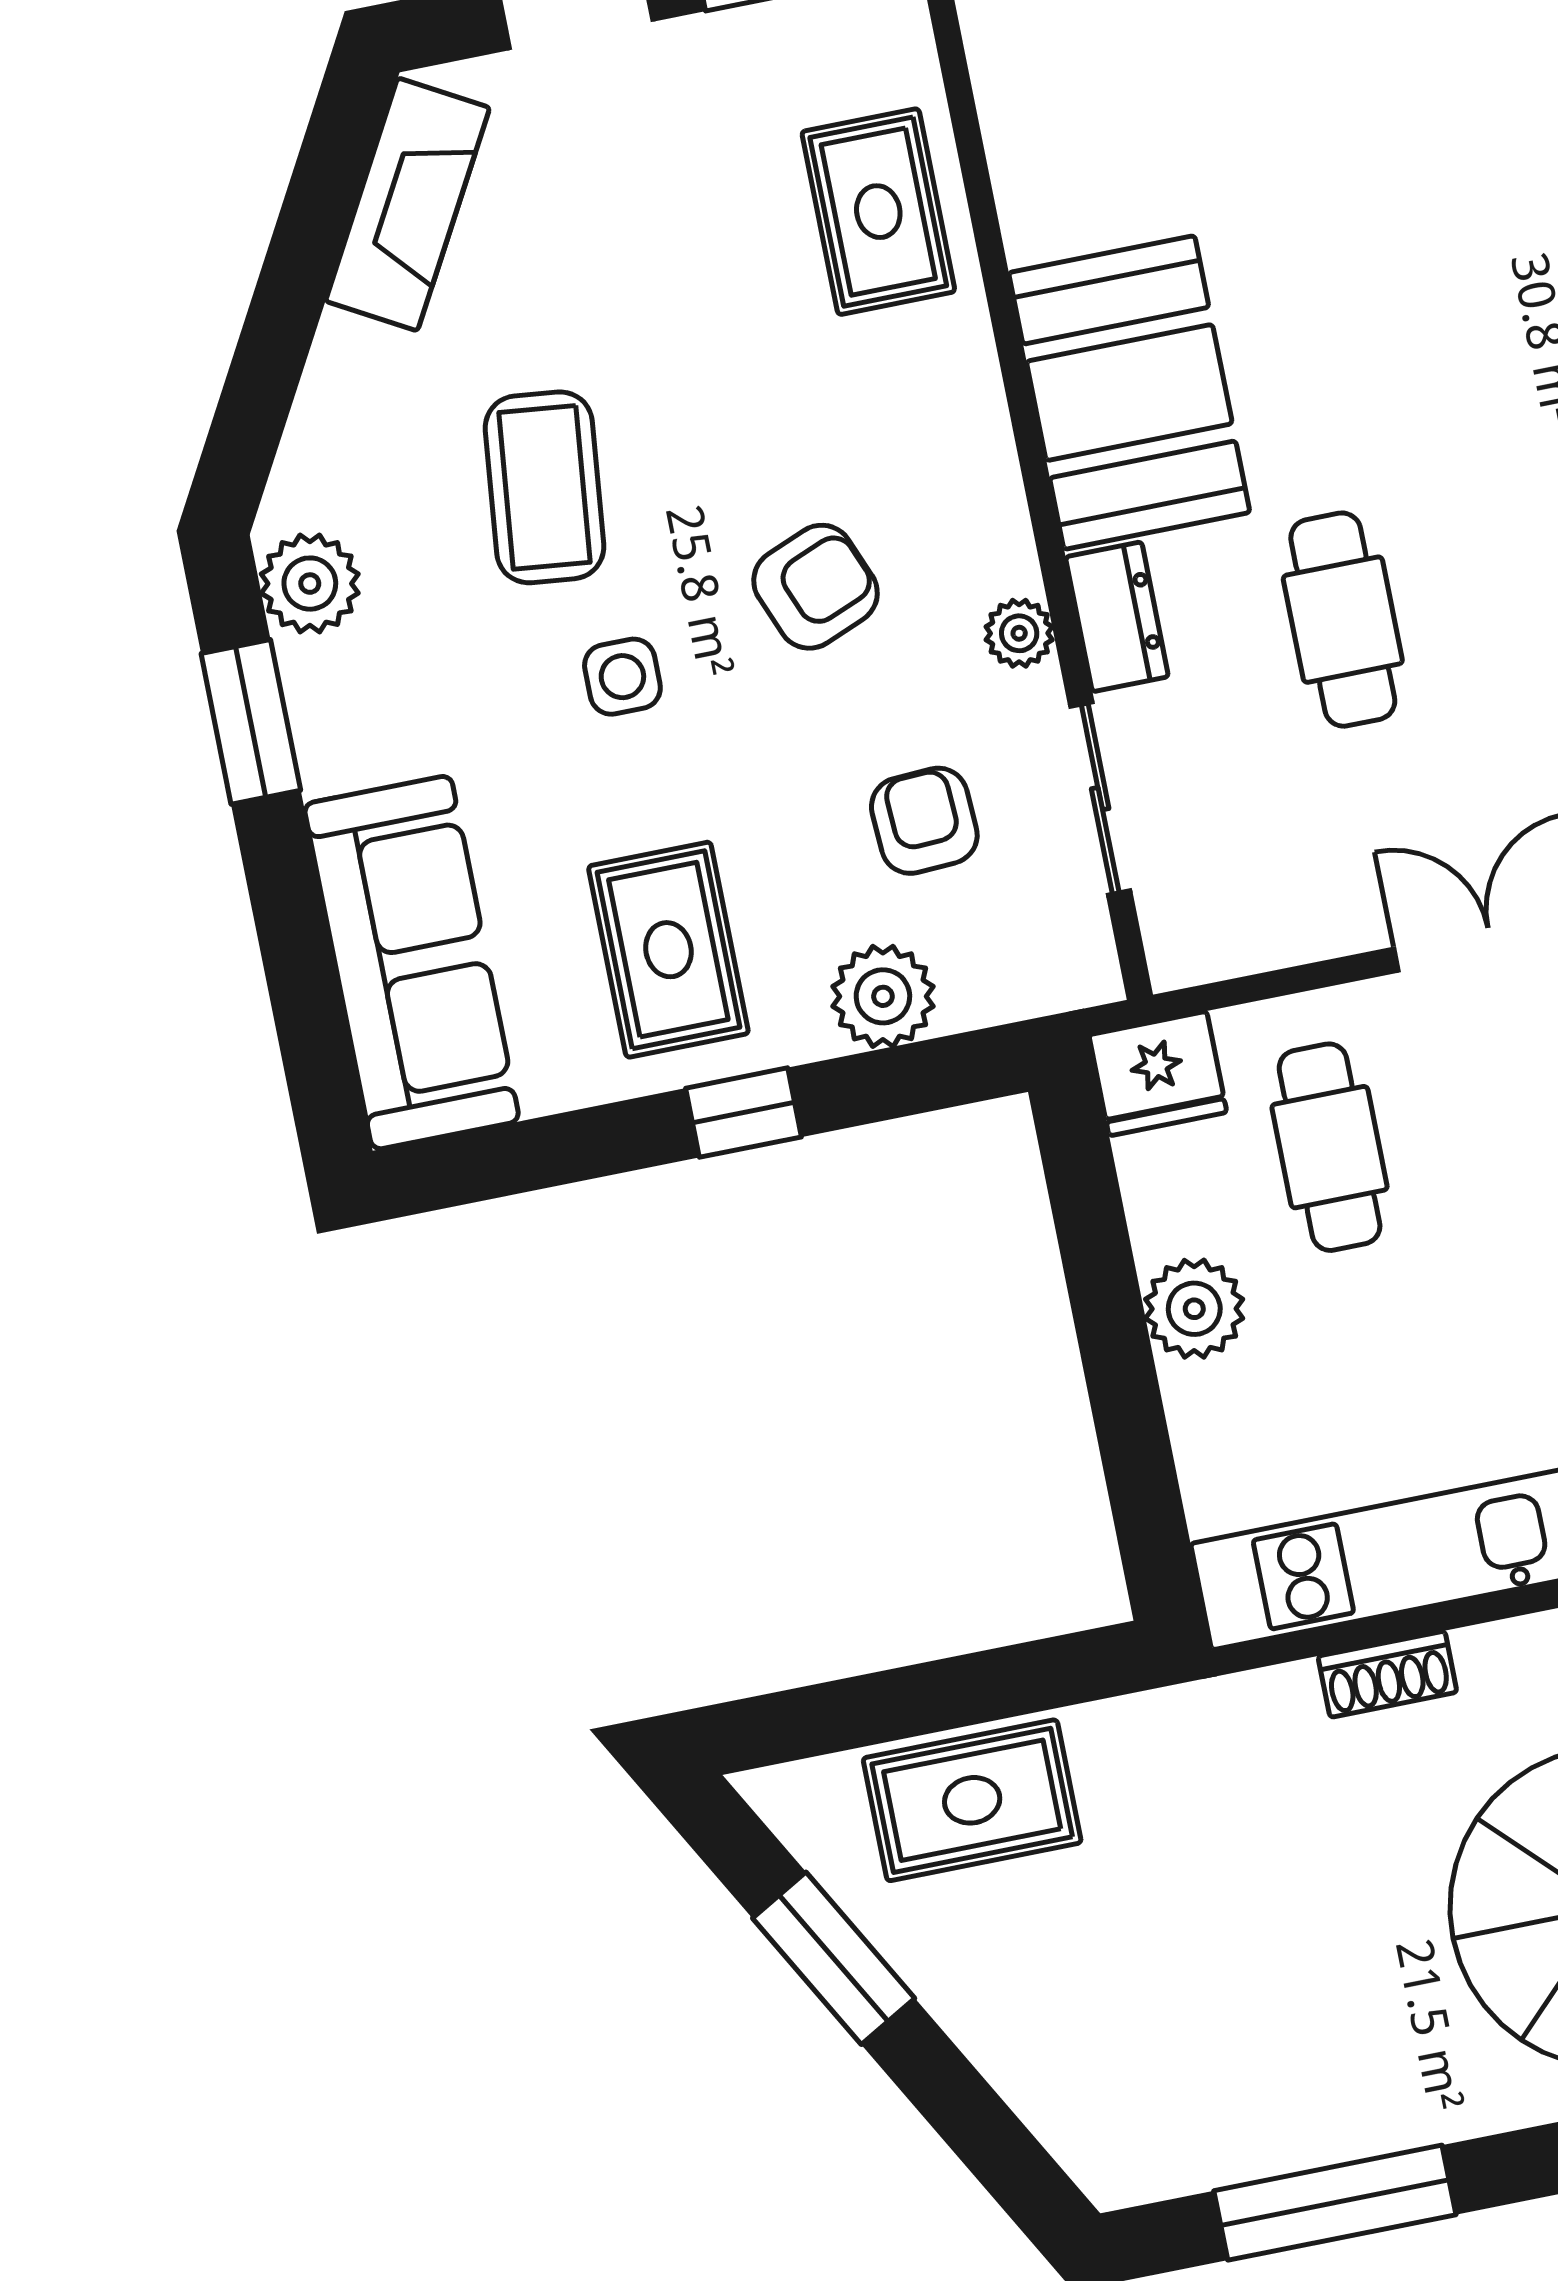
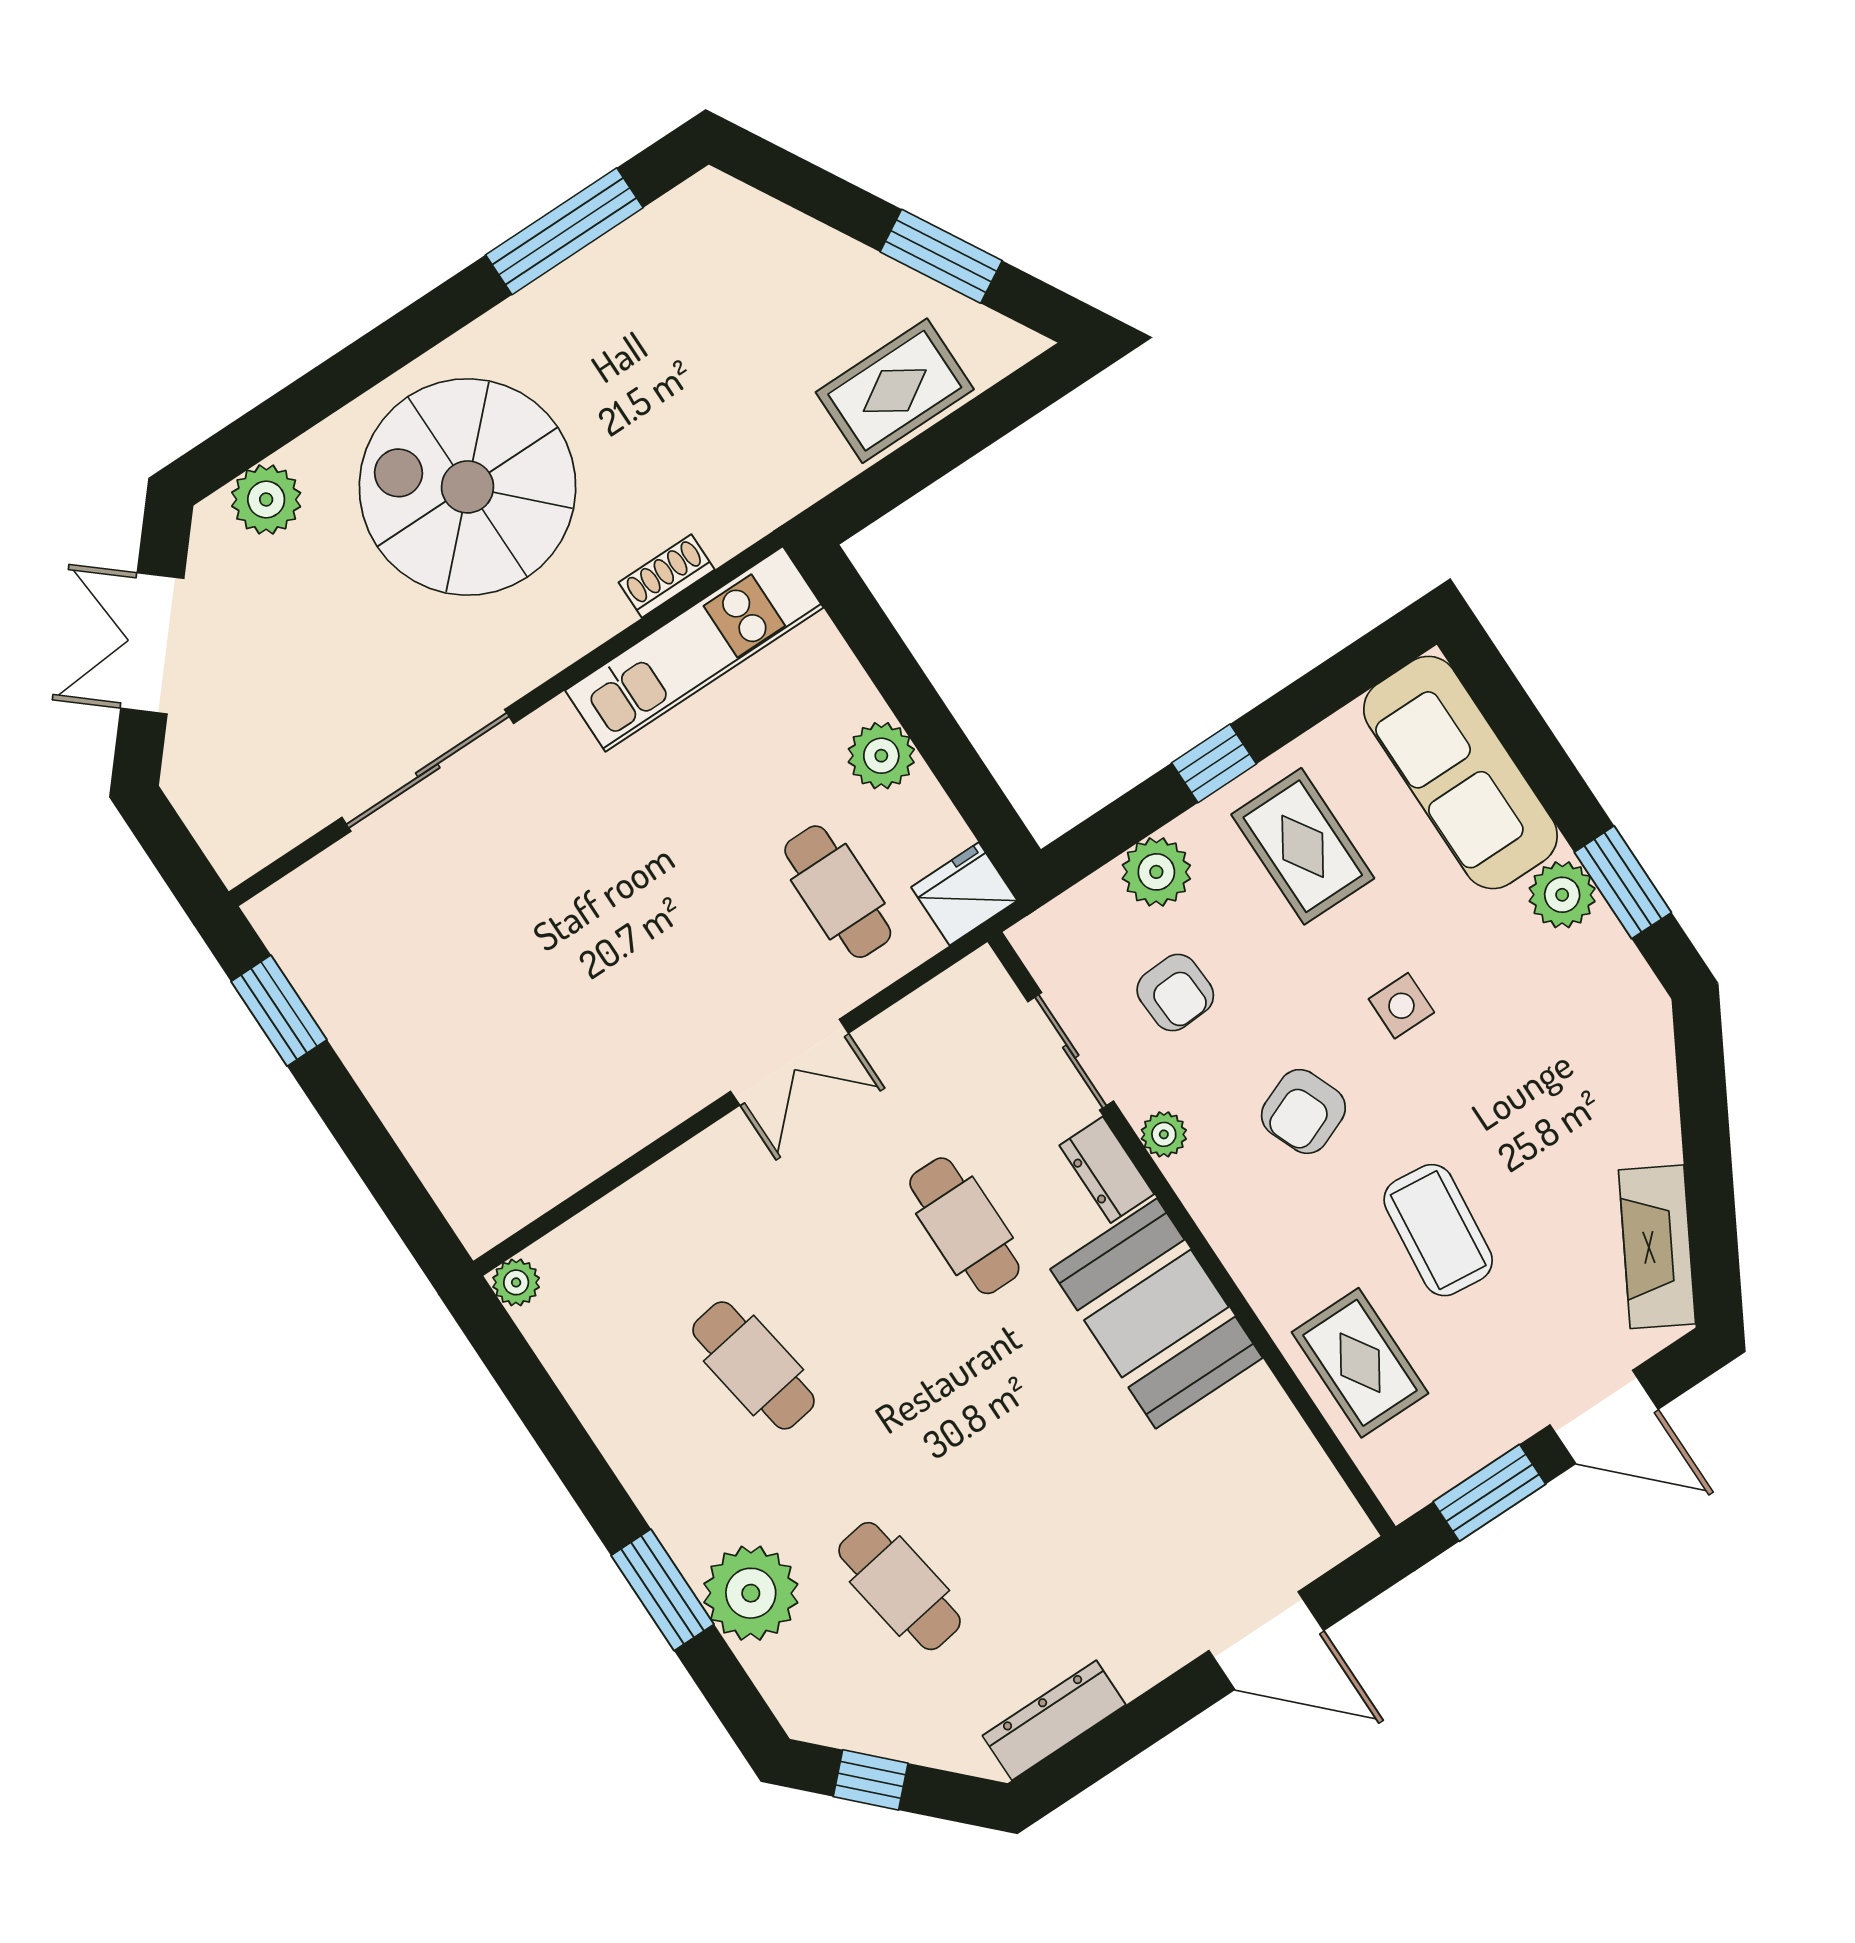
coffee table: (544, 487) -> (1438, 1230), moved
plant: (310, 584) -> (1562, 895), moved

